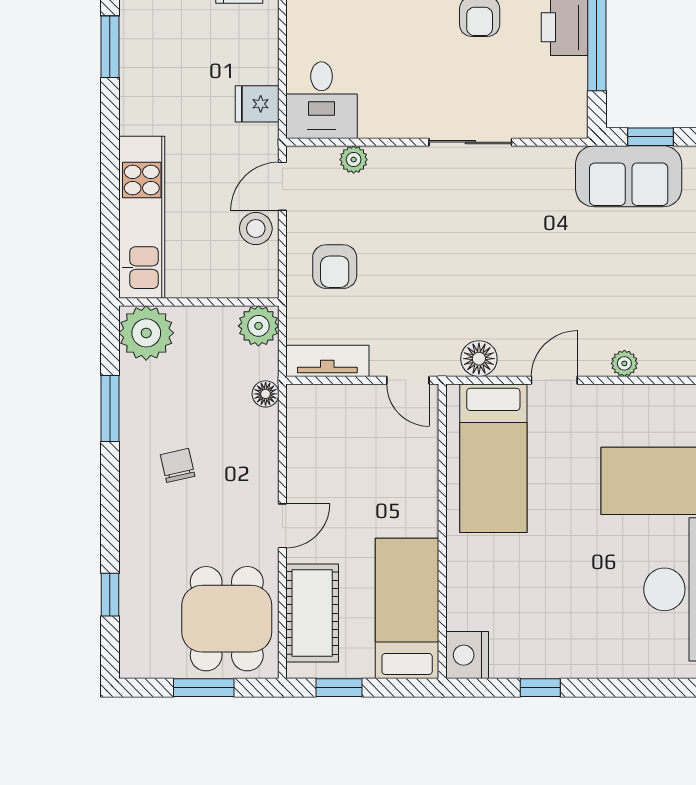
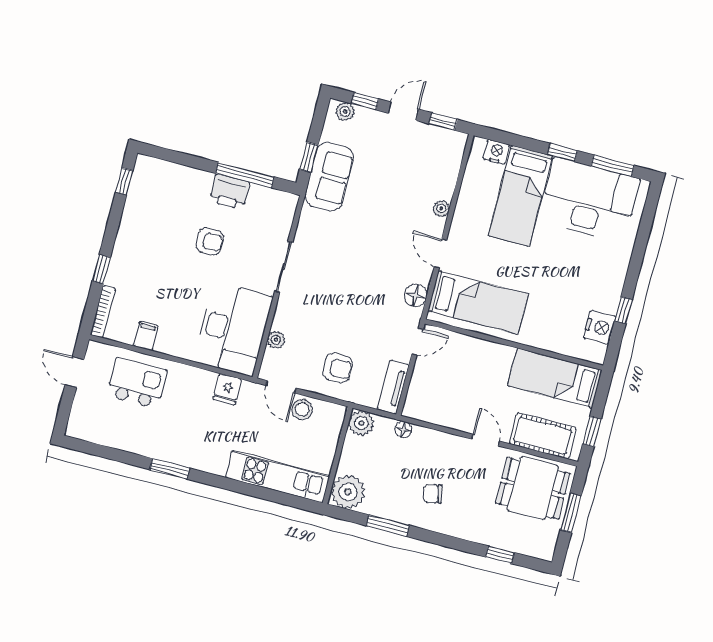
desk: (322, 100) -> (233, 329), width x1.87, depth x1.30
nightstand: (467, 655) -> (600, 327), moved, turned -90

